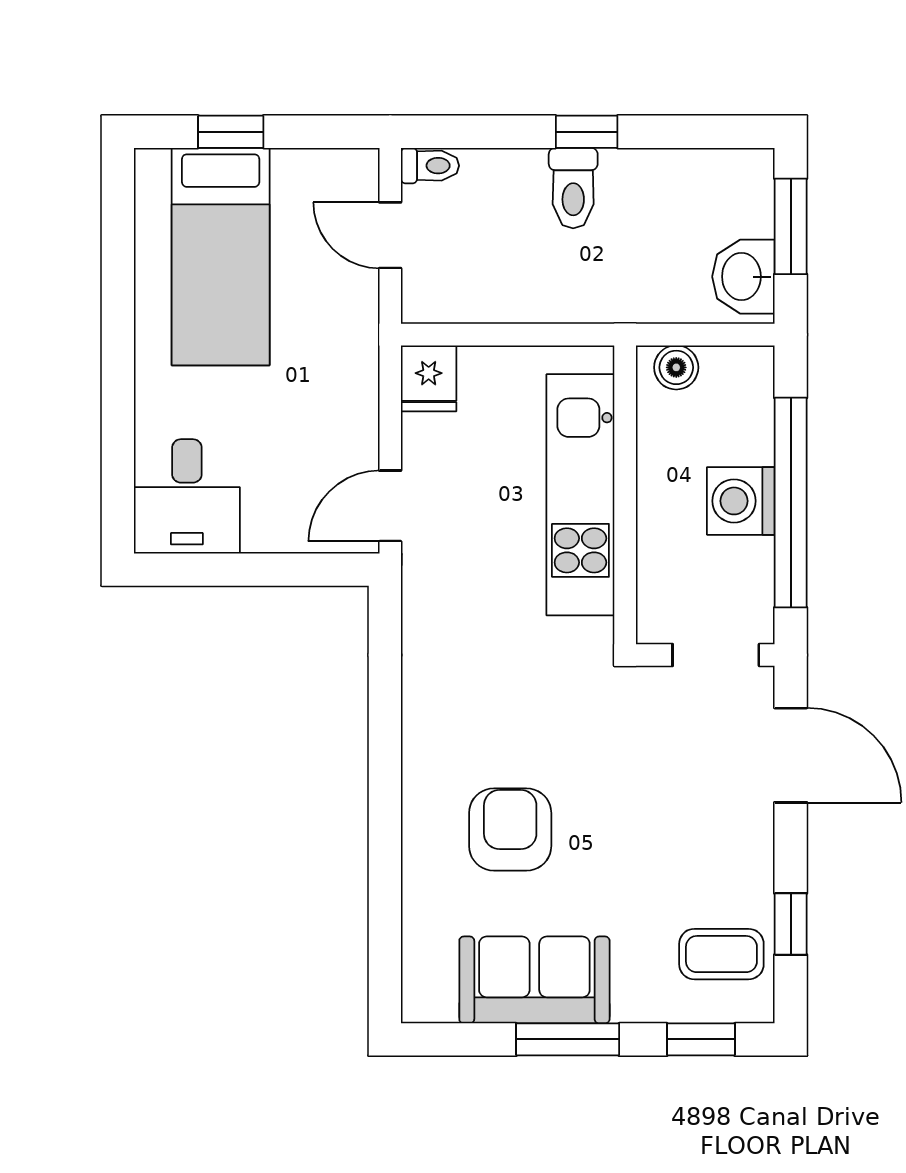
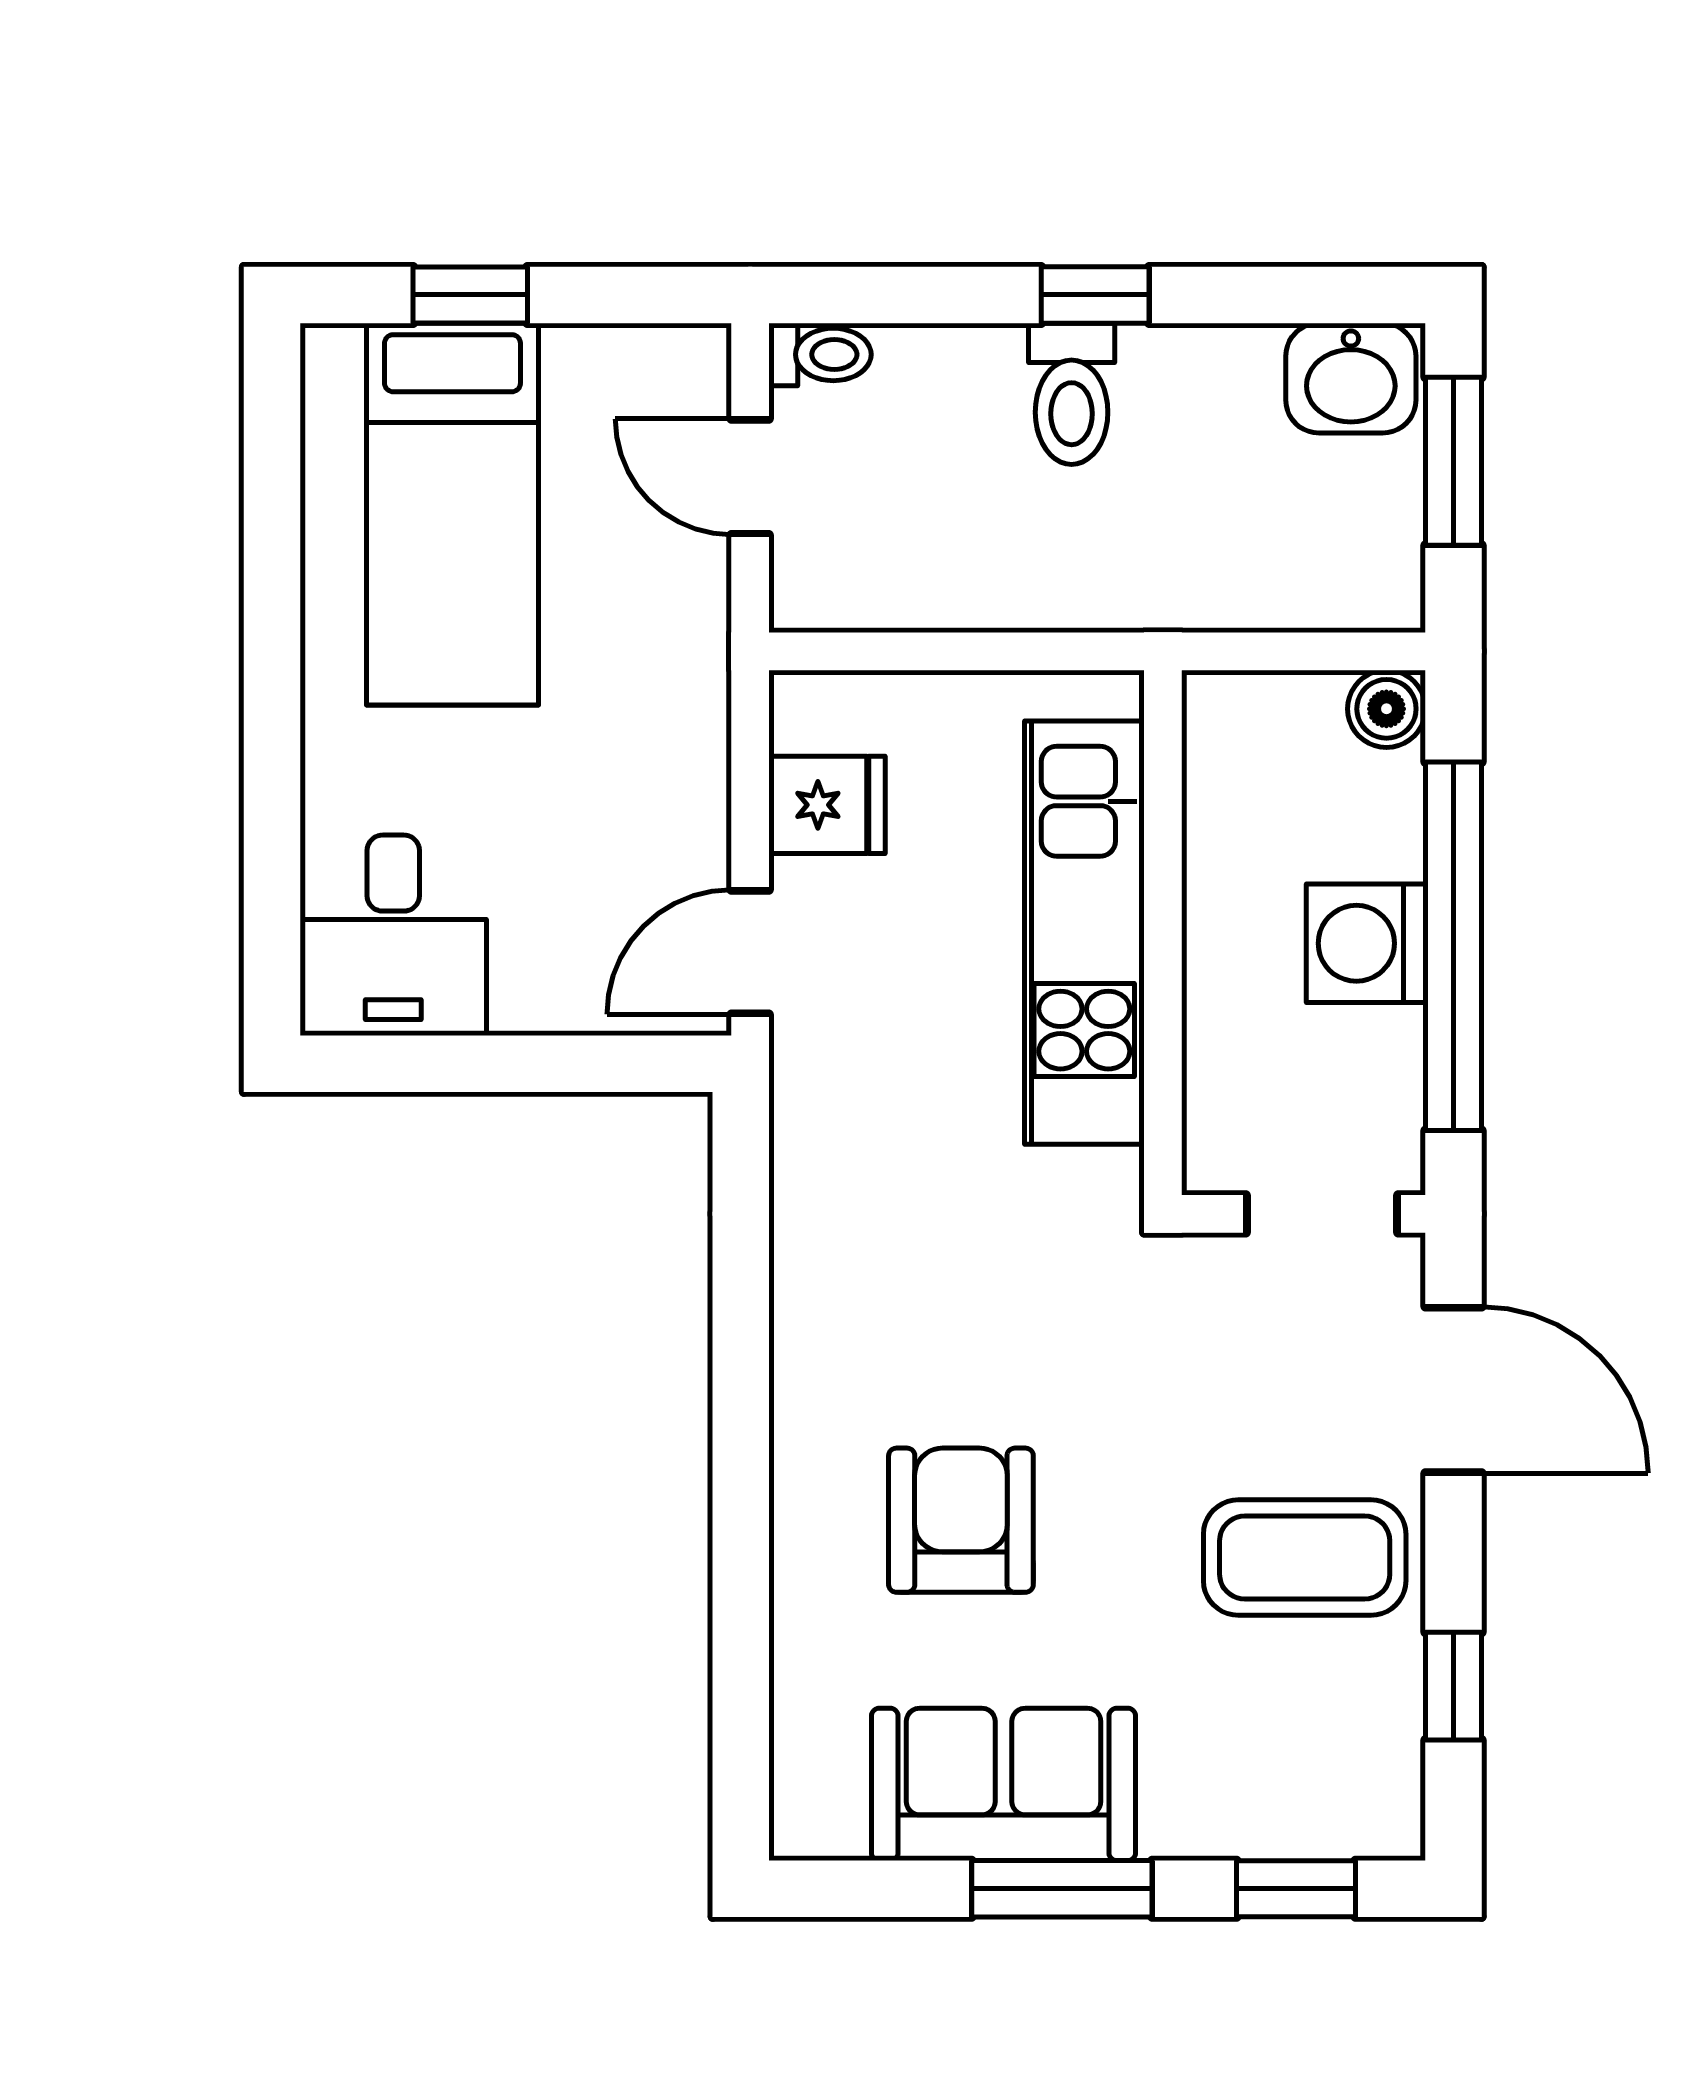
washbasin: (743, 277) -> (1351, 378), moved, turned -90
boiler: (676, 367) -> (1386, 709), moved
fridge: (429, 378) -> (827, 805), moved, turned -90
coffee table: (721, 954) -> (1305, 1558), moved, width x1.36, depth x1.30

